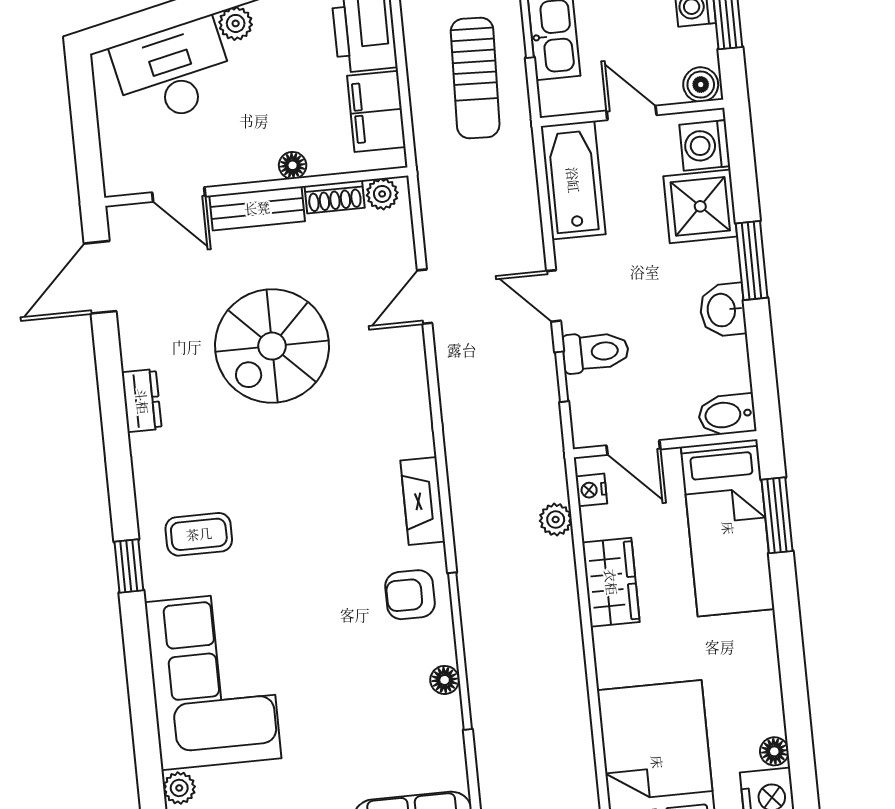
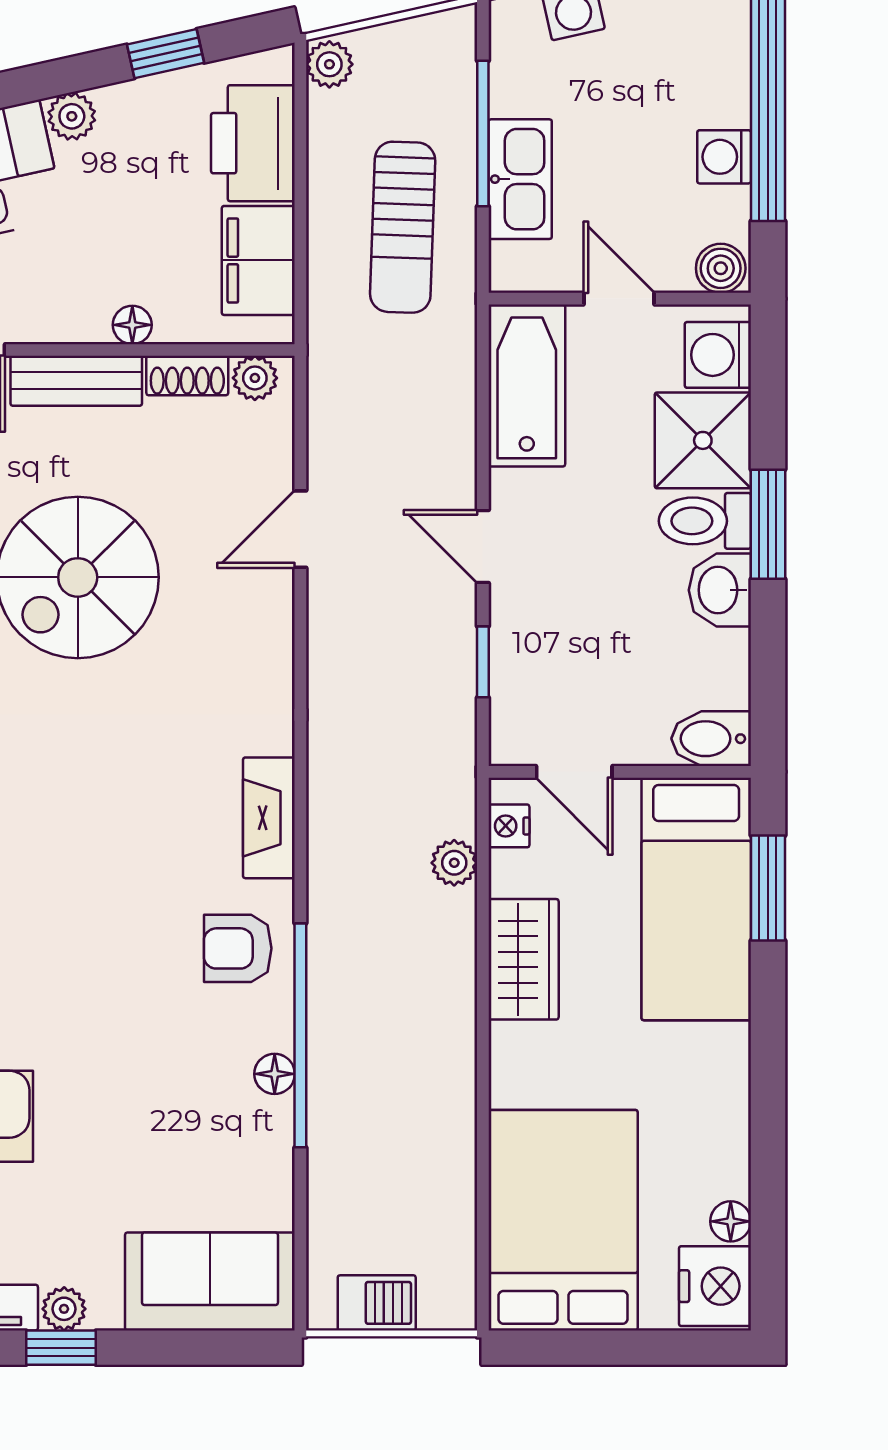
toilet: (596, 352) -> (705, 521), moved, turned 180

